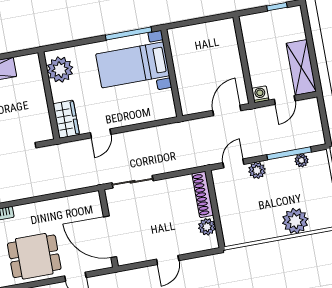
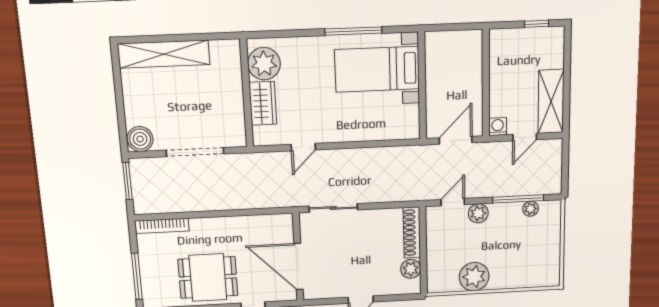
bed with nightstands: (133, 65) -> (377, 69), moved
wall: (172, 73) -> (422, 86), moved
wardrobe: (66, 119) -> (263, 103), moved
plant: (295, 221) -> (474, 277), moved

